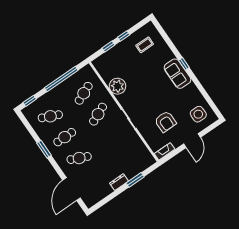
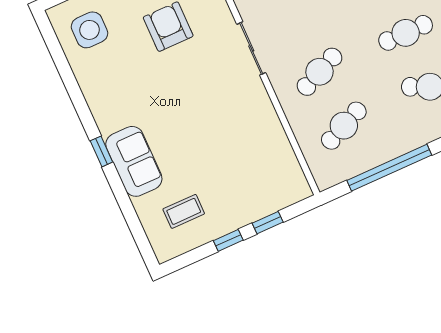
sofa: (177, 74) -> (134, 161), moved
plant: (117, 86) -> (263, 128), removed

